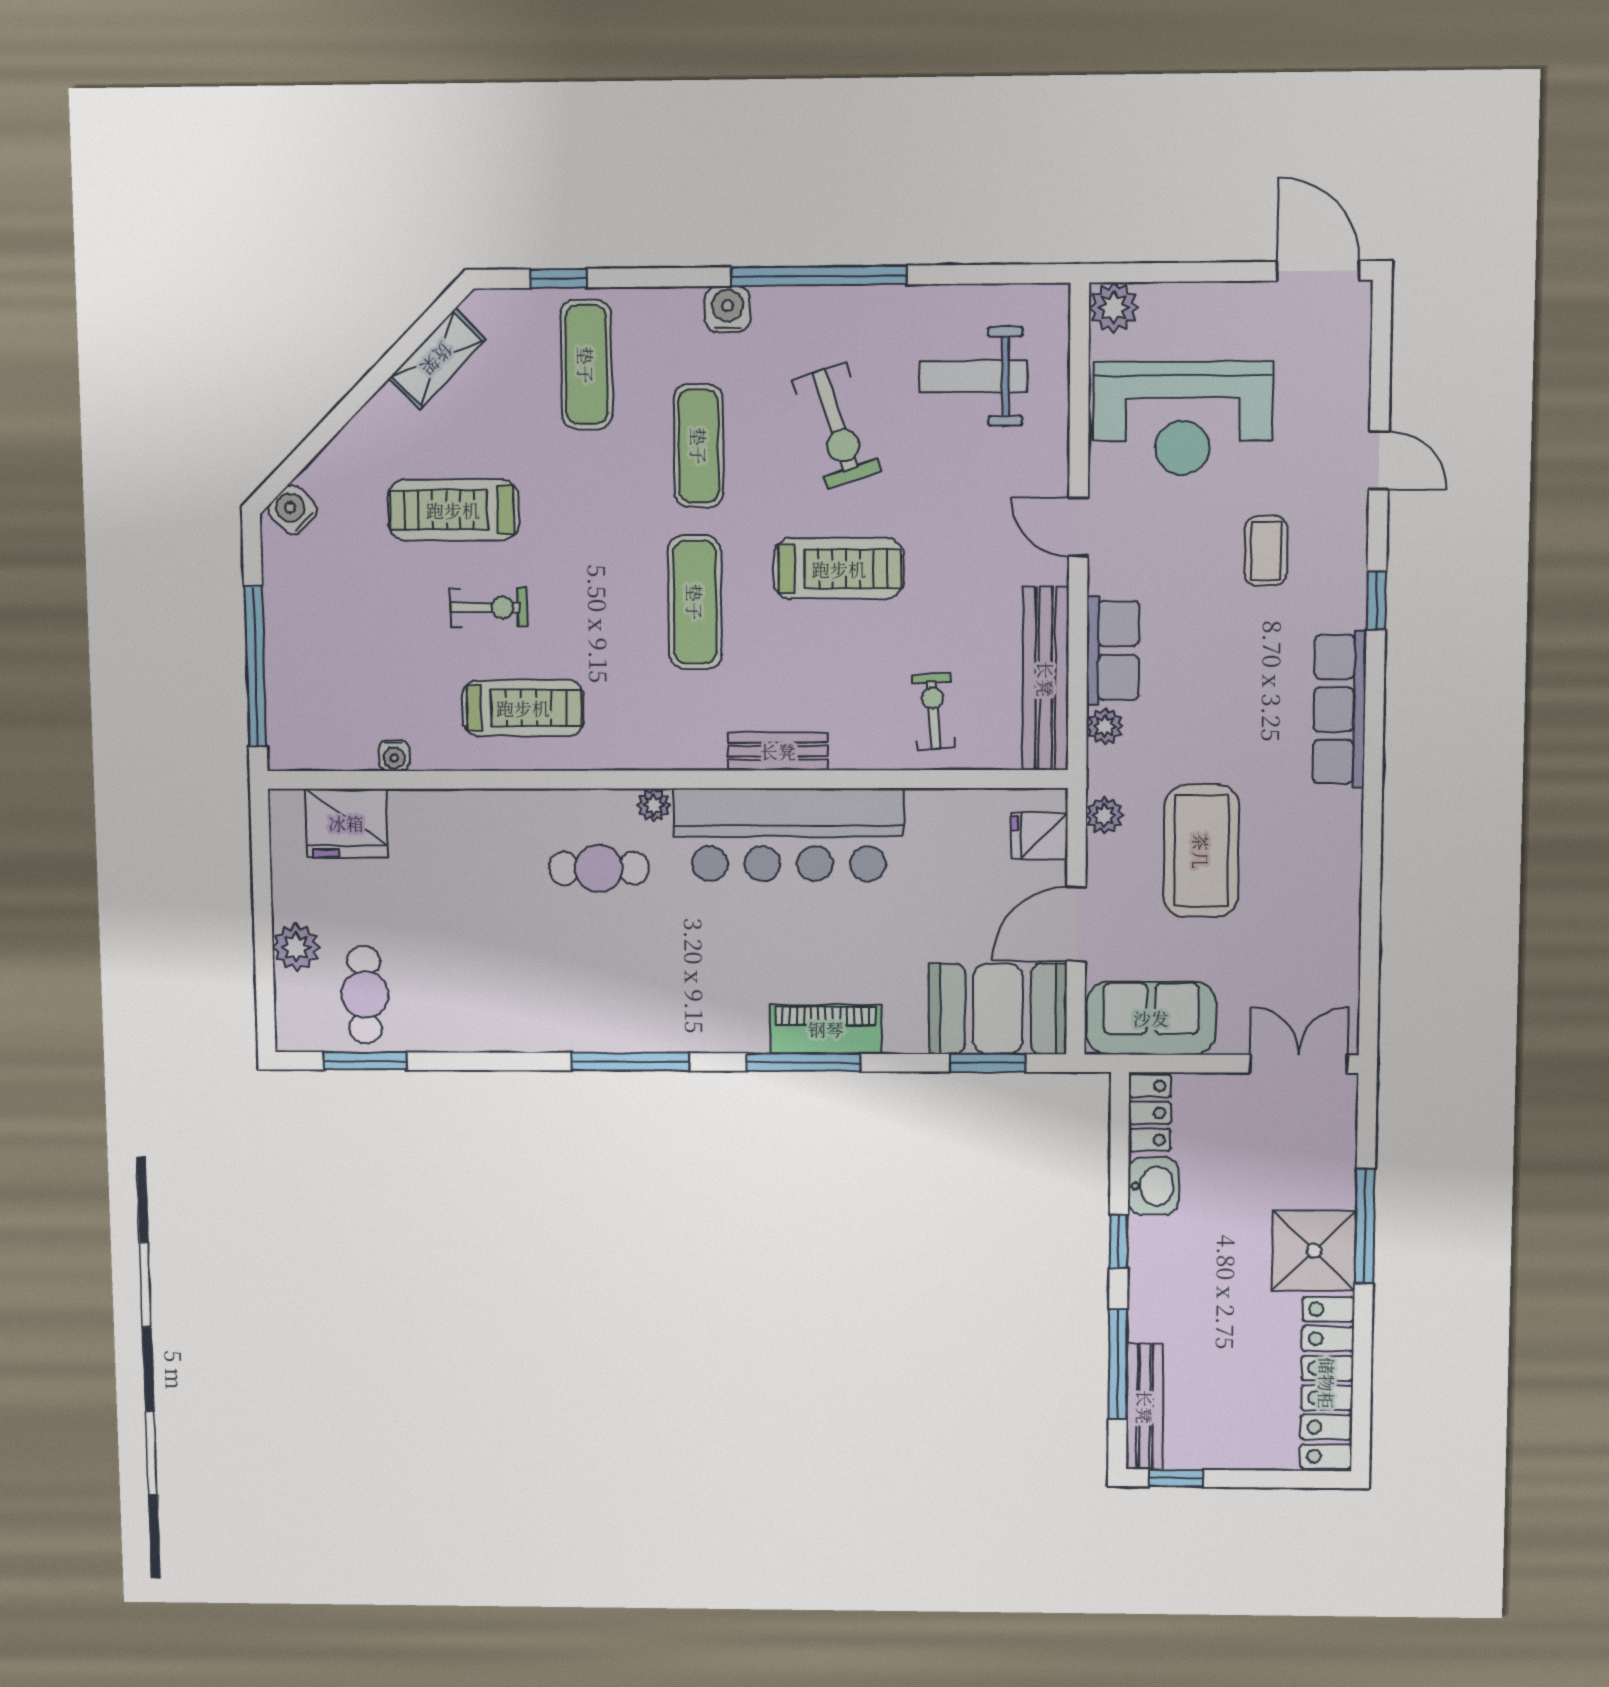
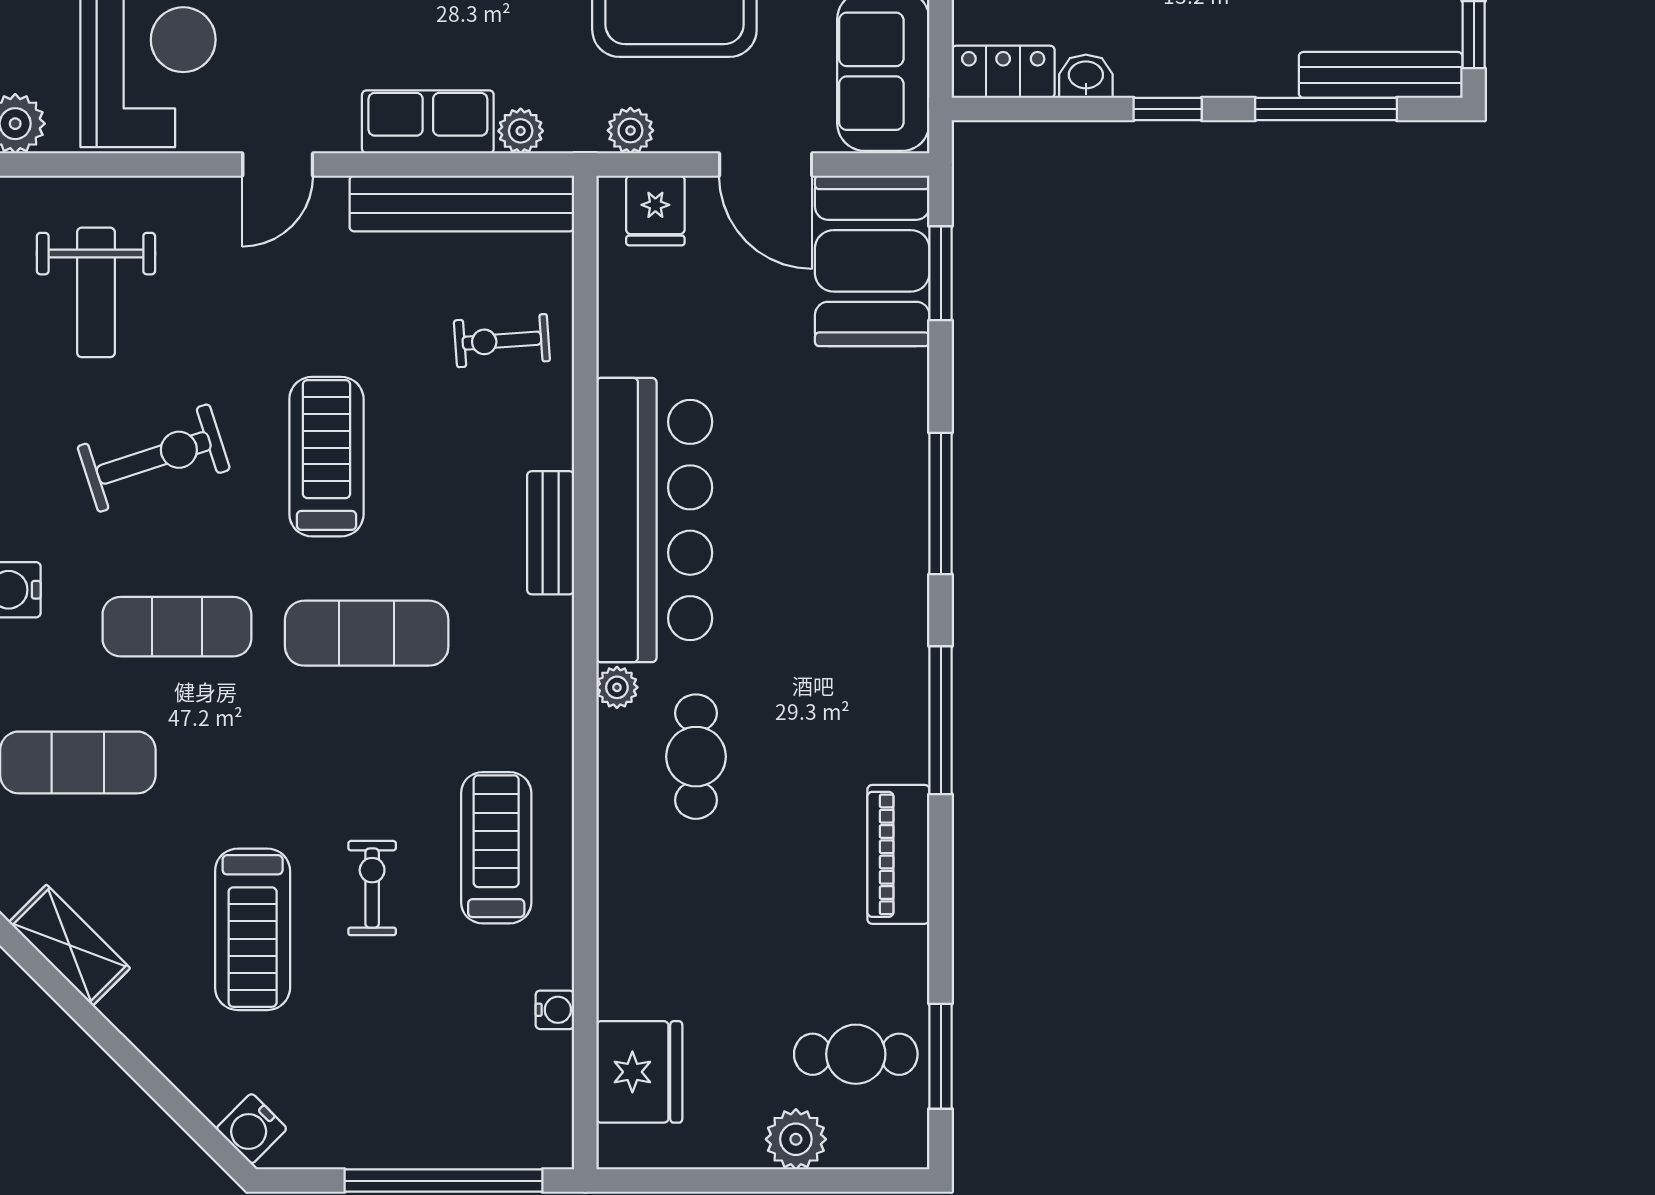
piano: (826, 1029) -> (898, 854), moved
washbasin: (1153, 1186) -> (1086, 76), width x0.72, depth x0.69

